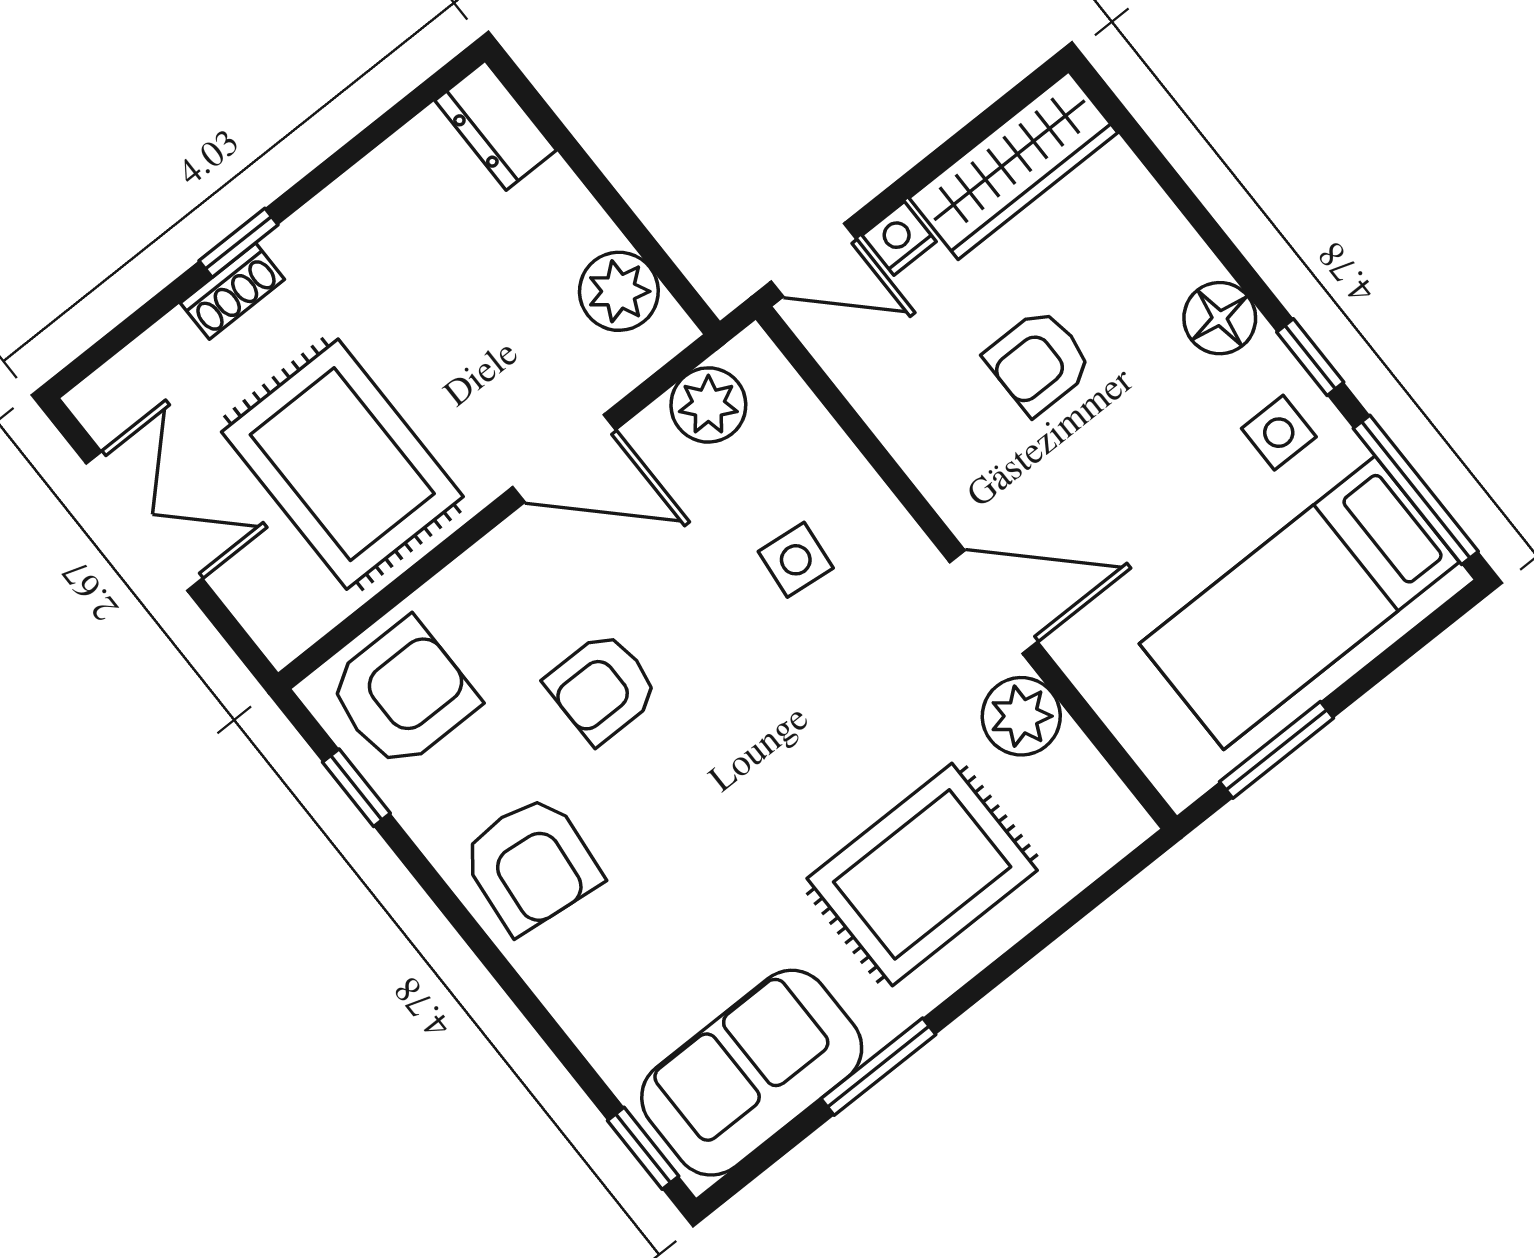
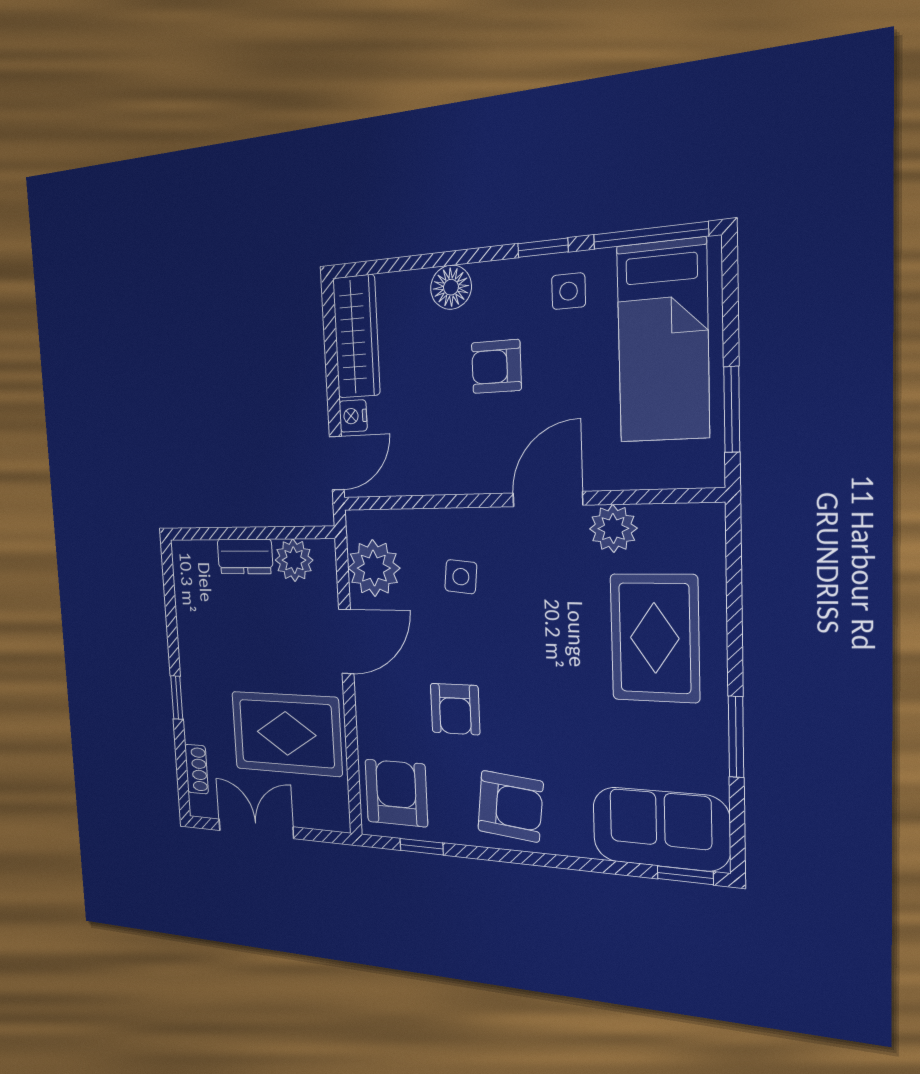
dresser: (496, 125) -> (245, 556), moved
shoe rack: (232, 291) -> (196, 769), moved
floor lamp: (1220, 318) -> (451, 287), moved
armchair: (1039, 362) -> (496, 366), moved, turned 90
plant: (708, 405) -> (374, 568), width x1.36, depth x1.36
sofa: (752, 1073) -> (661, 829), moved, turned 90

